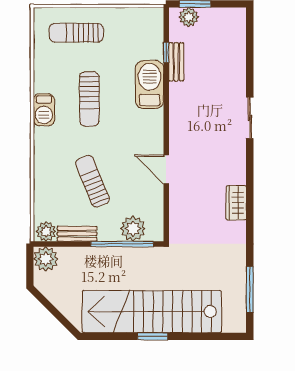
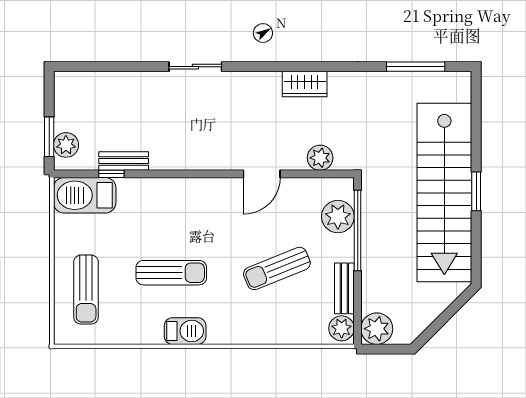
barbecue: (150, 85) -> (85, 195), moved
plant: (179, 215) -> (320, 158), added

